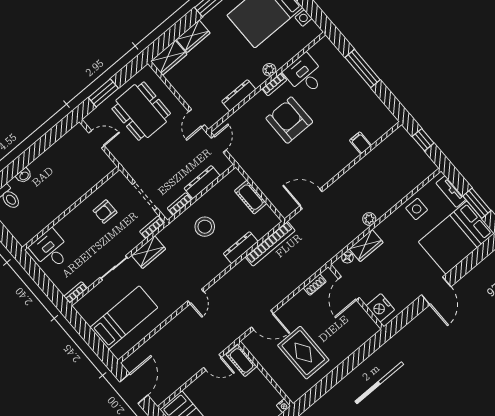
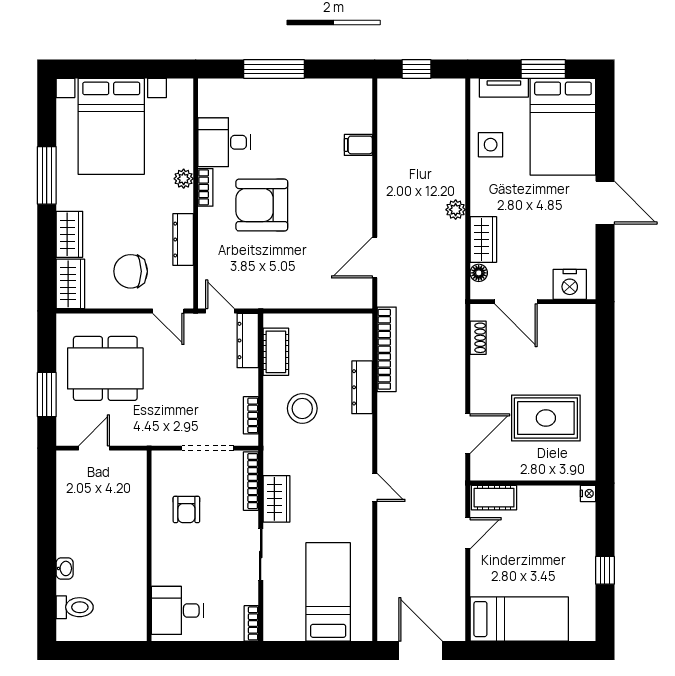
chair: (201, 83) -> (131, 271), added
dresser: (202, 182) -> (248, 340), moved
cot: (251, 197) -> (276, 352), moved, turned 90
bookcase: (152, 227) -> (251, 481), width x1.56

